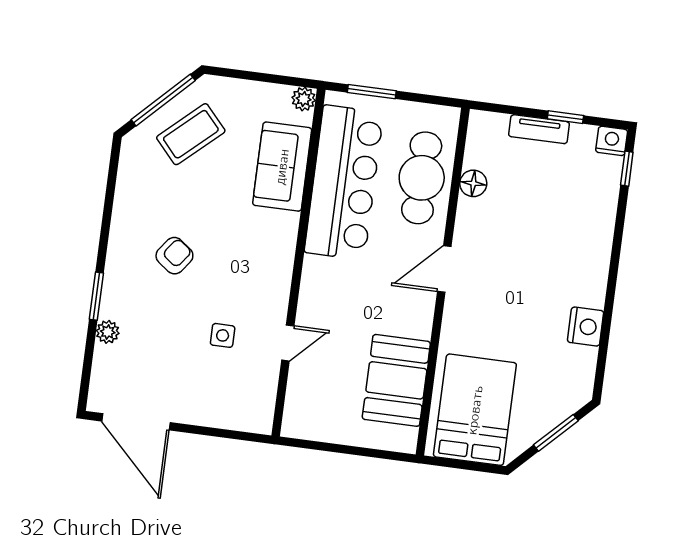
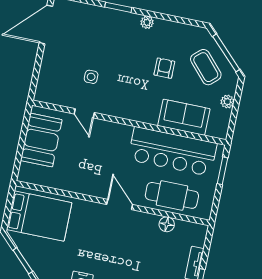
plant: (304, 99) -> (227, 102), moved
armchair: (174, 256) -> (164, 68), moved, turned -127
plant: (108, 332) -> (147, 22), moved
booth: (396, 380) -> (41, 140), moved, turned 90

